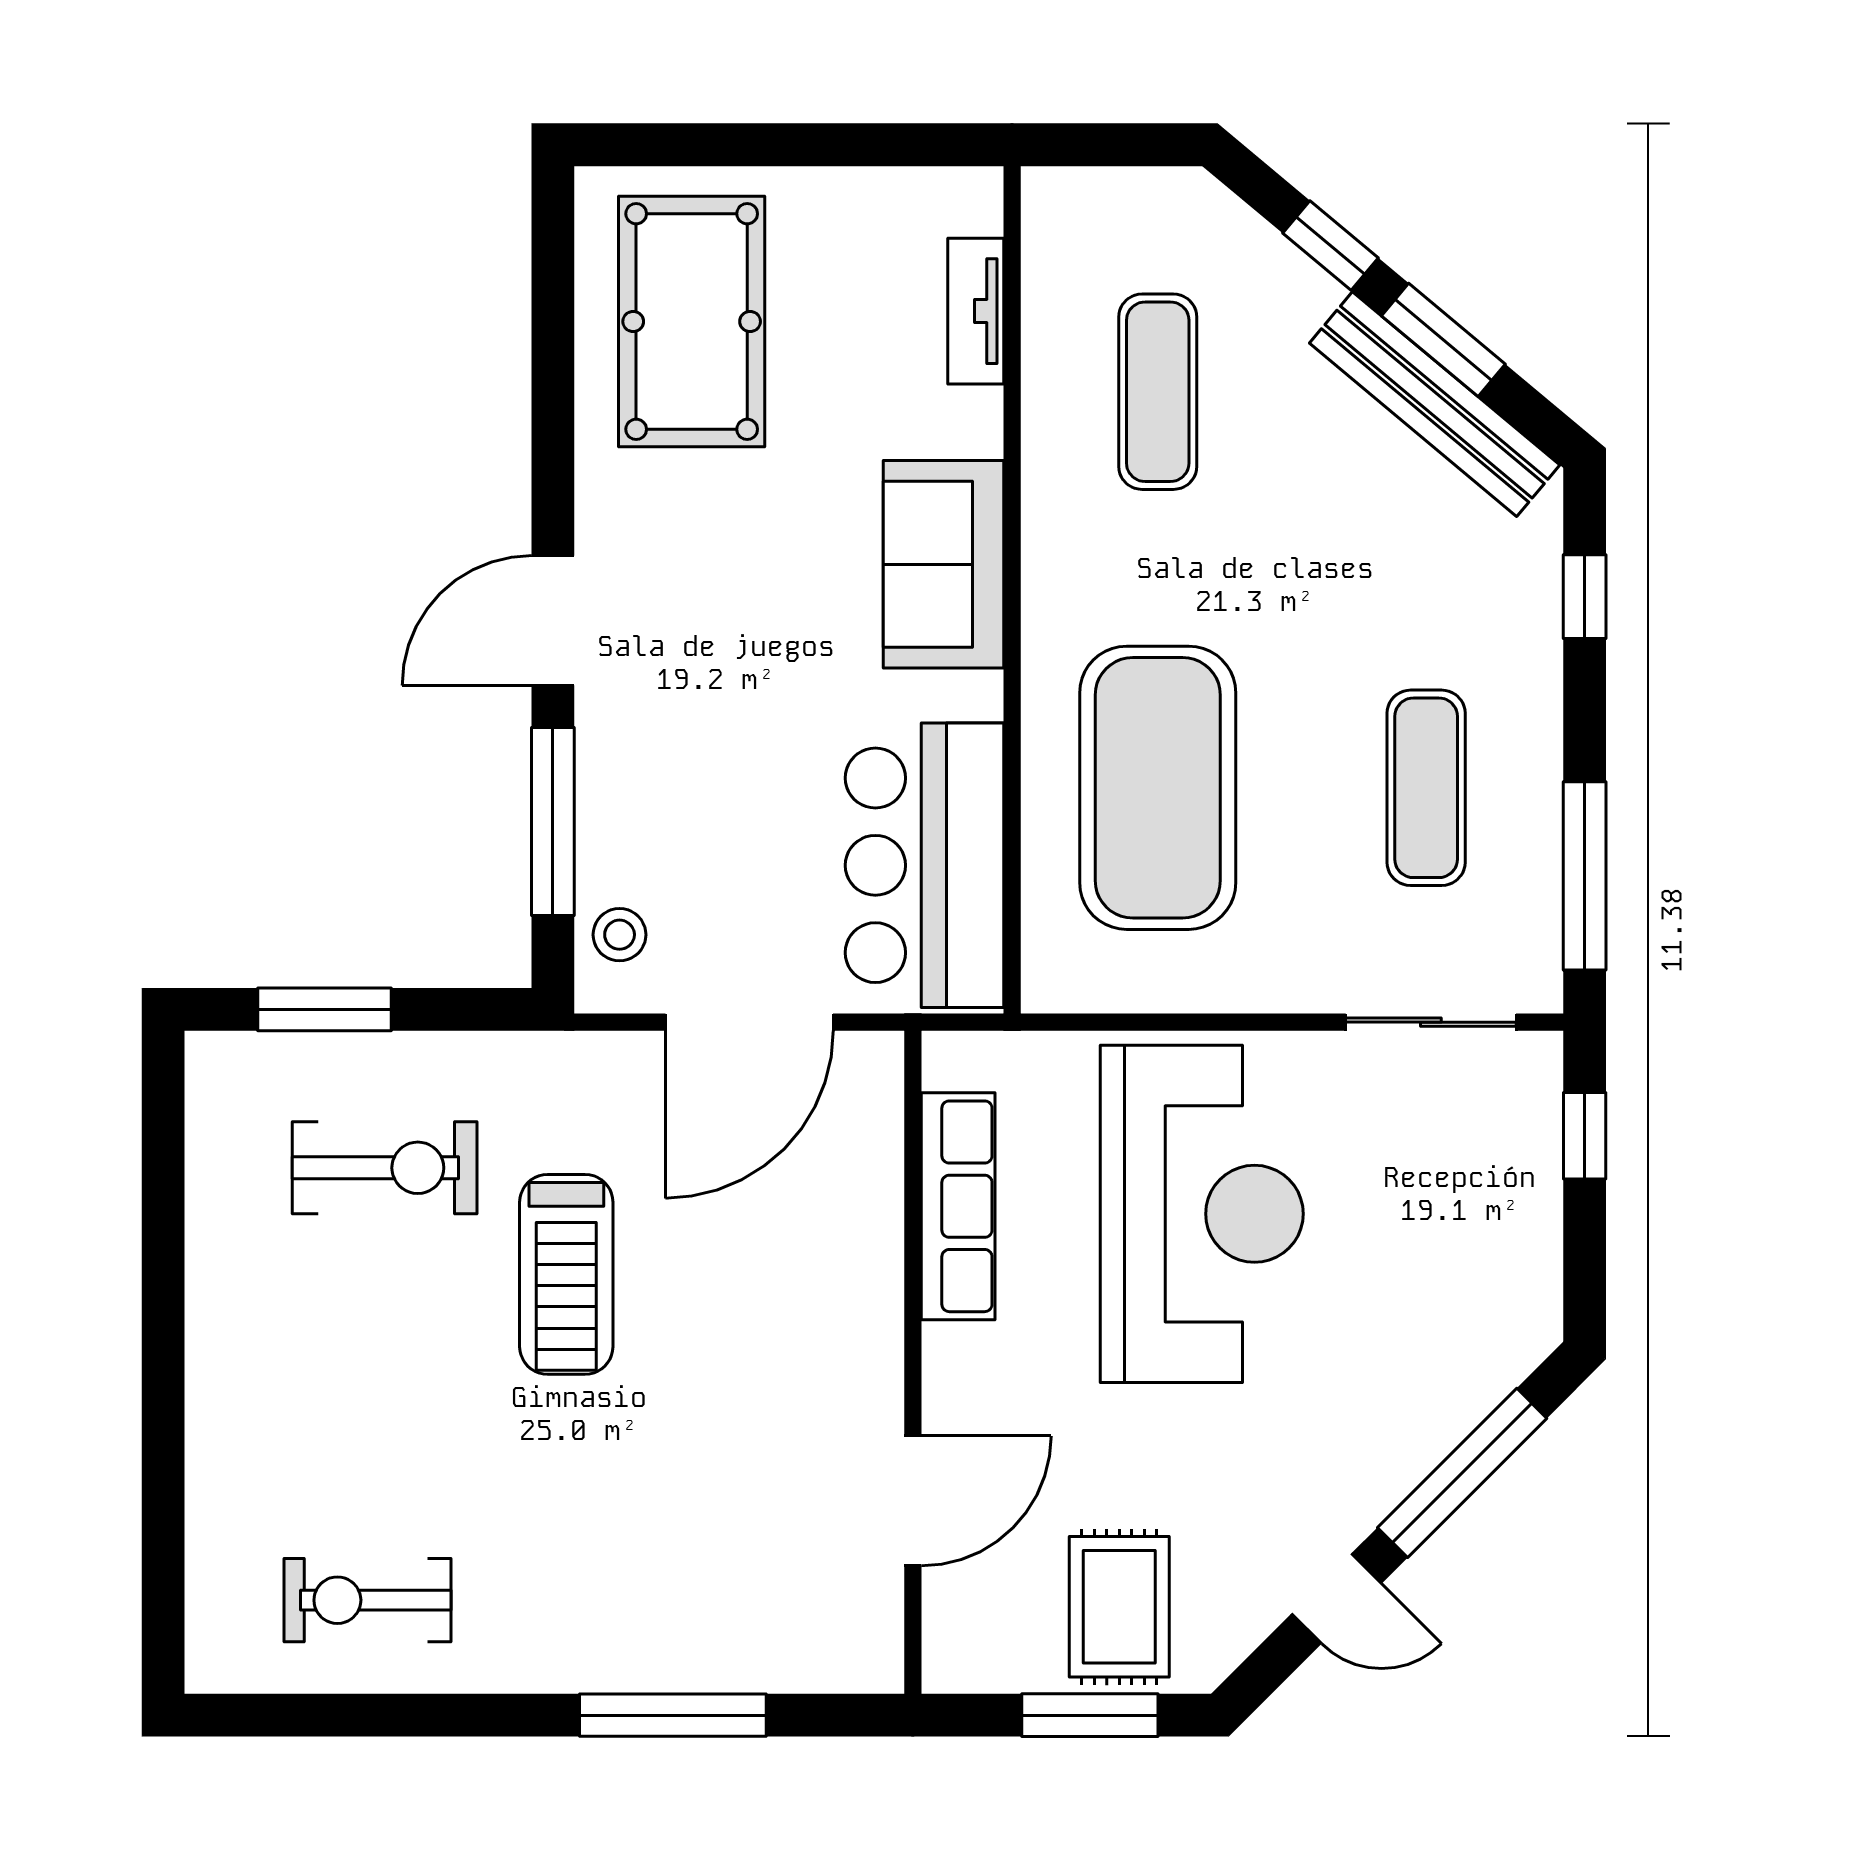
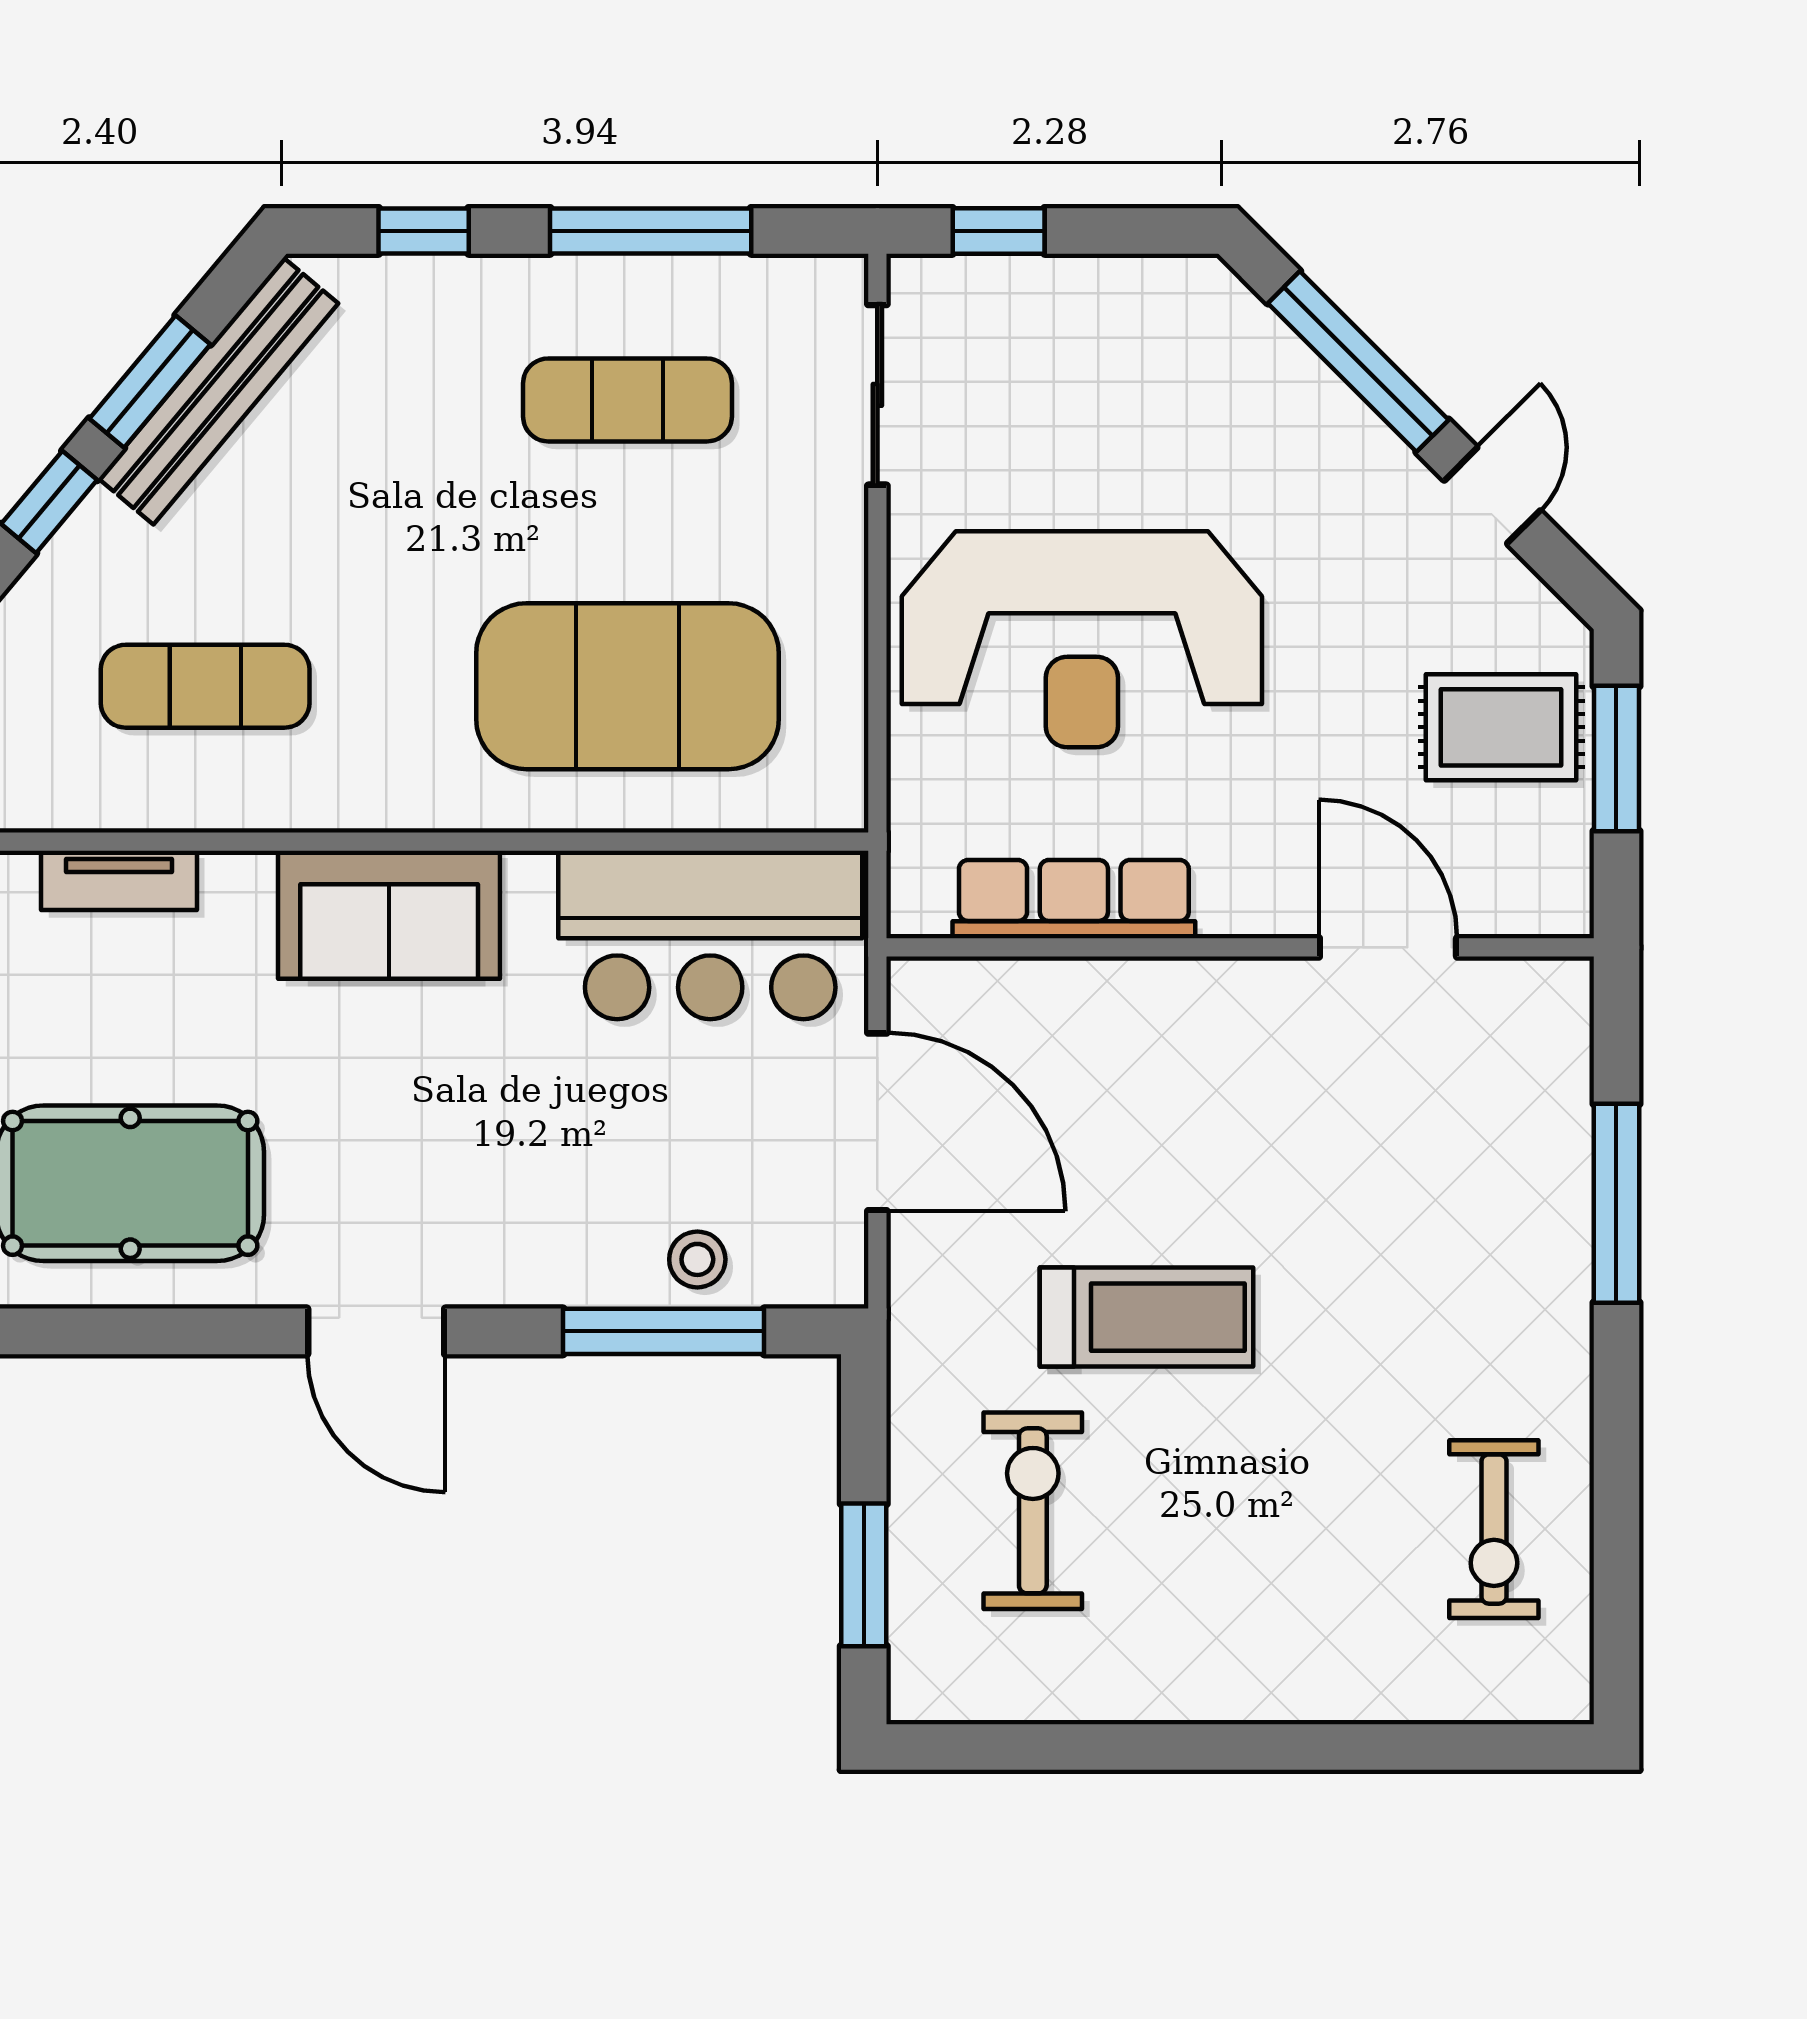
door: (553, 620) -> (376, 1331), moved
window: (1585, 876) -> (651, 231), moved
stool: (620, 935) -> (697, 1259), moved
reception desk: (1202, 1214) -> (1082, 639), turned 180

